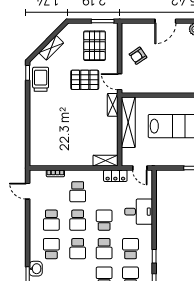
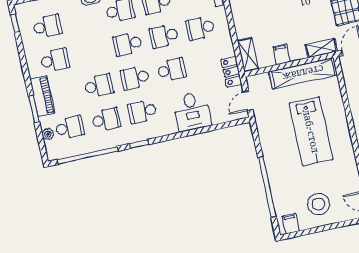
filing cabinet: (111, 135) -> (282, 54), added
school desk: (131, 249) -> (142, 112), turned 180

